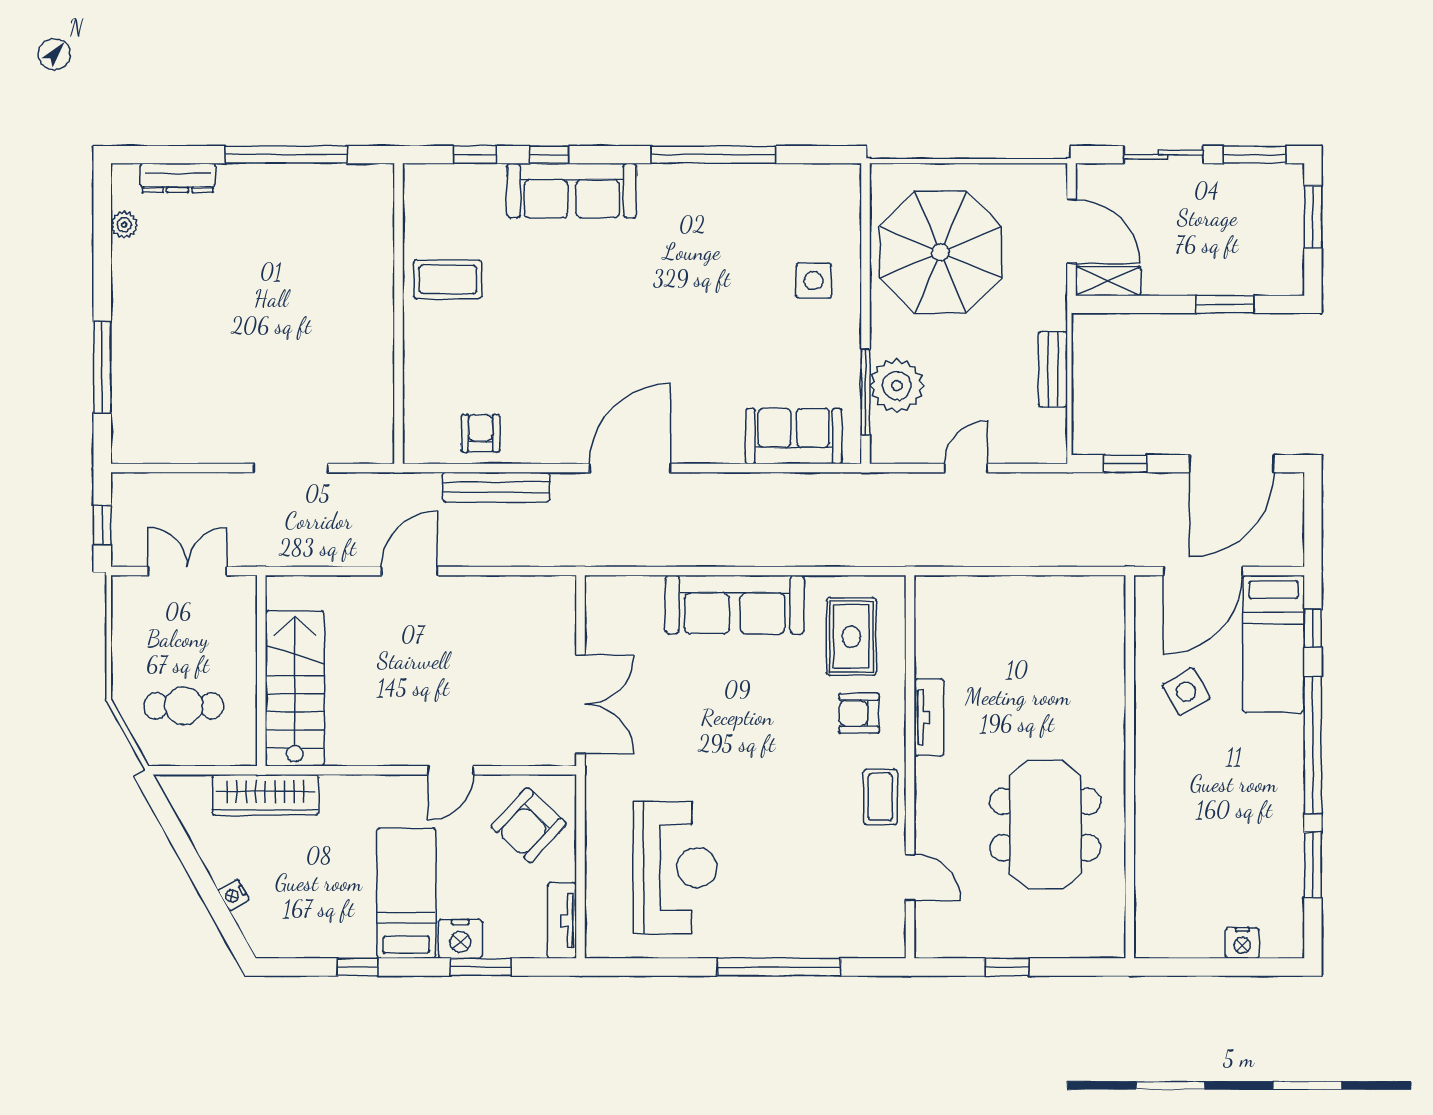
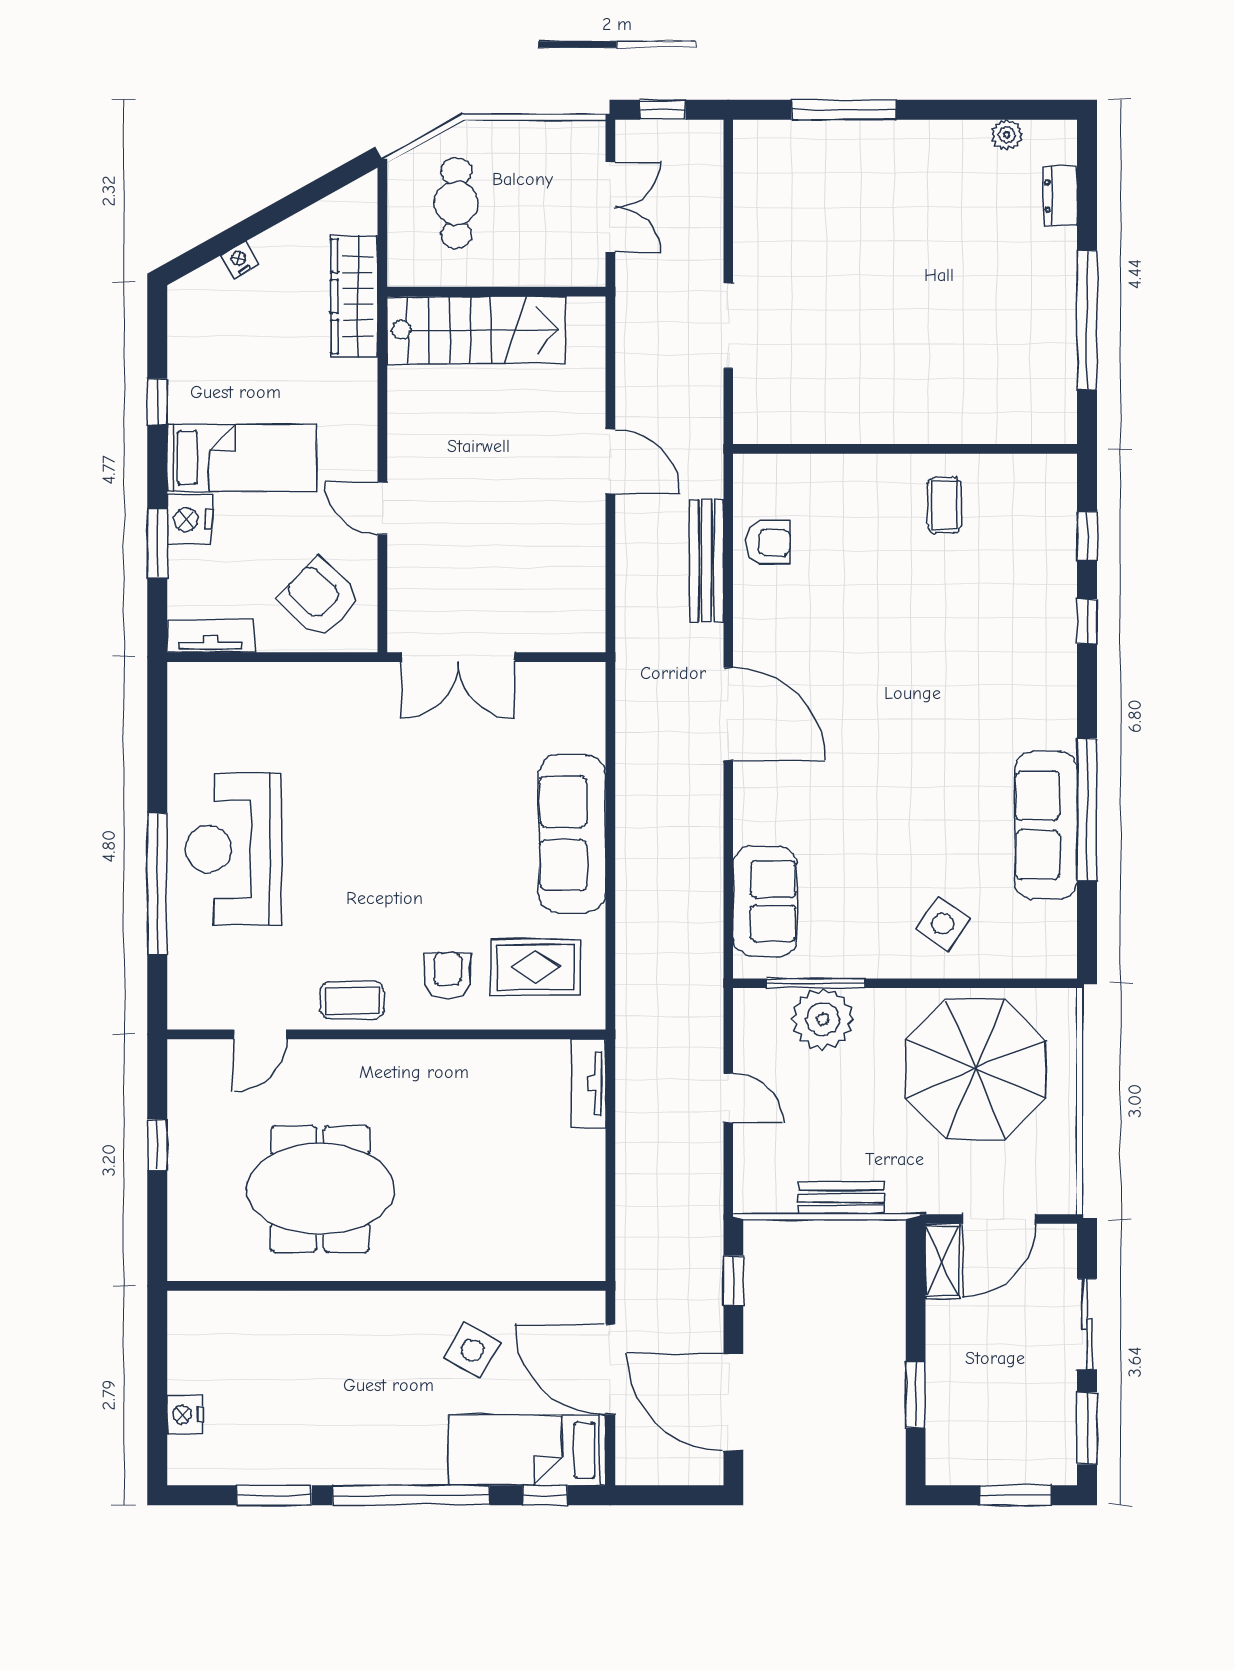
dresser: (178, 178) -> (1060, 196), width x0.70
sofa: (572, 191) -> (1046, 825), moved
coffee table: (448, 279) -> (944, 505), width x0.73, depth x0.77
side table: (814, 281) -> (943, 924), turned 35
side table: (1186, 692) -> (472, 1350), turned -30
tv unit: (929, 717) -> (589, 1083), moved, turned 90
reception desk: (675, 868) -> (233, 849), moved, turned 90

